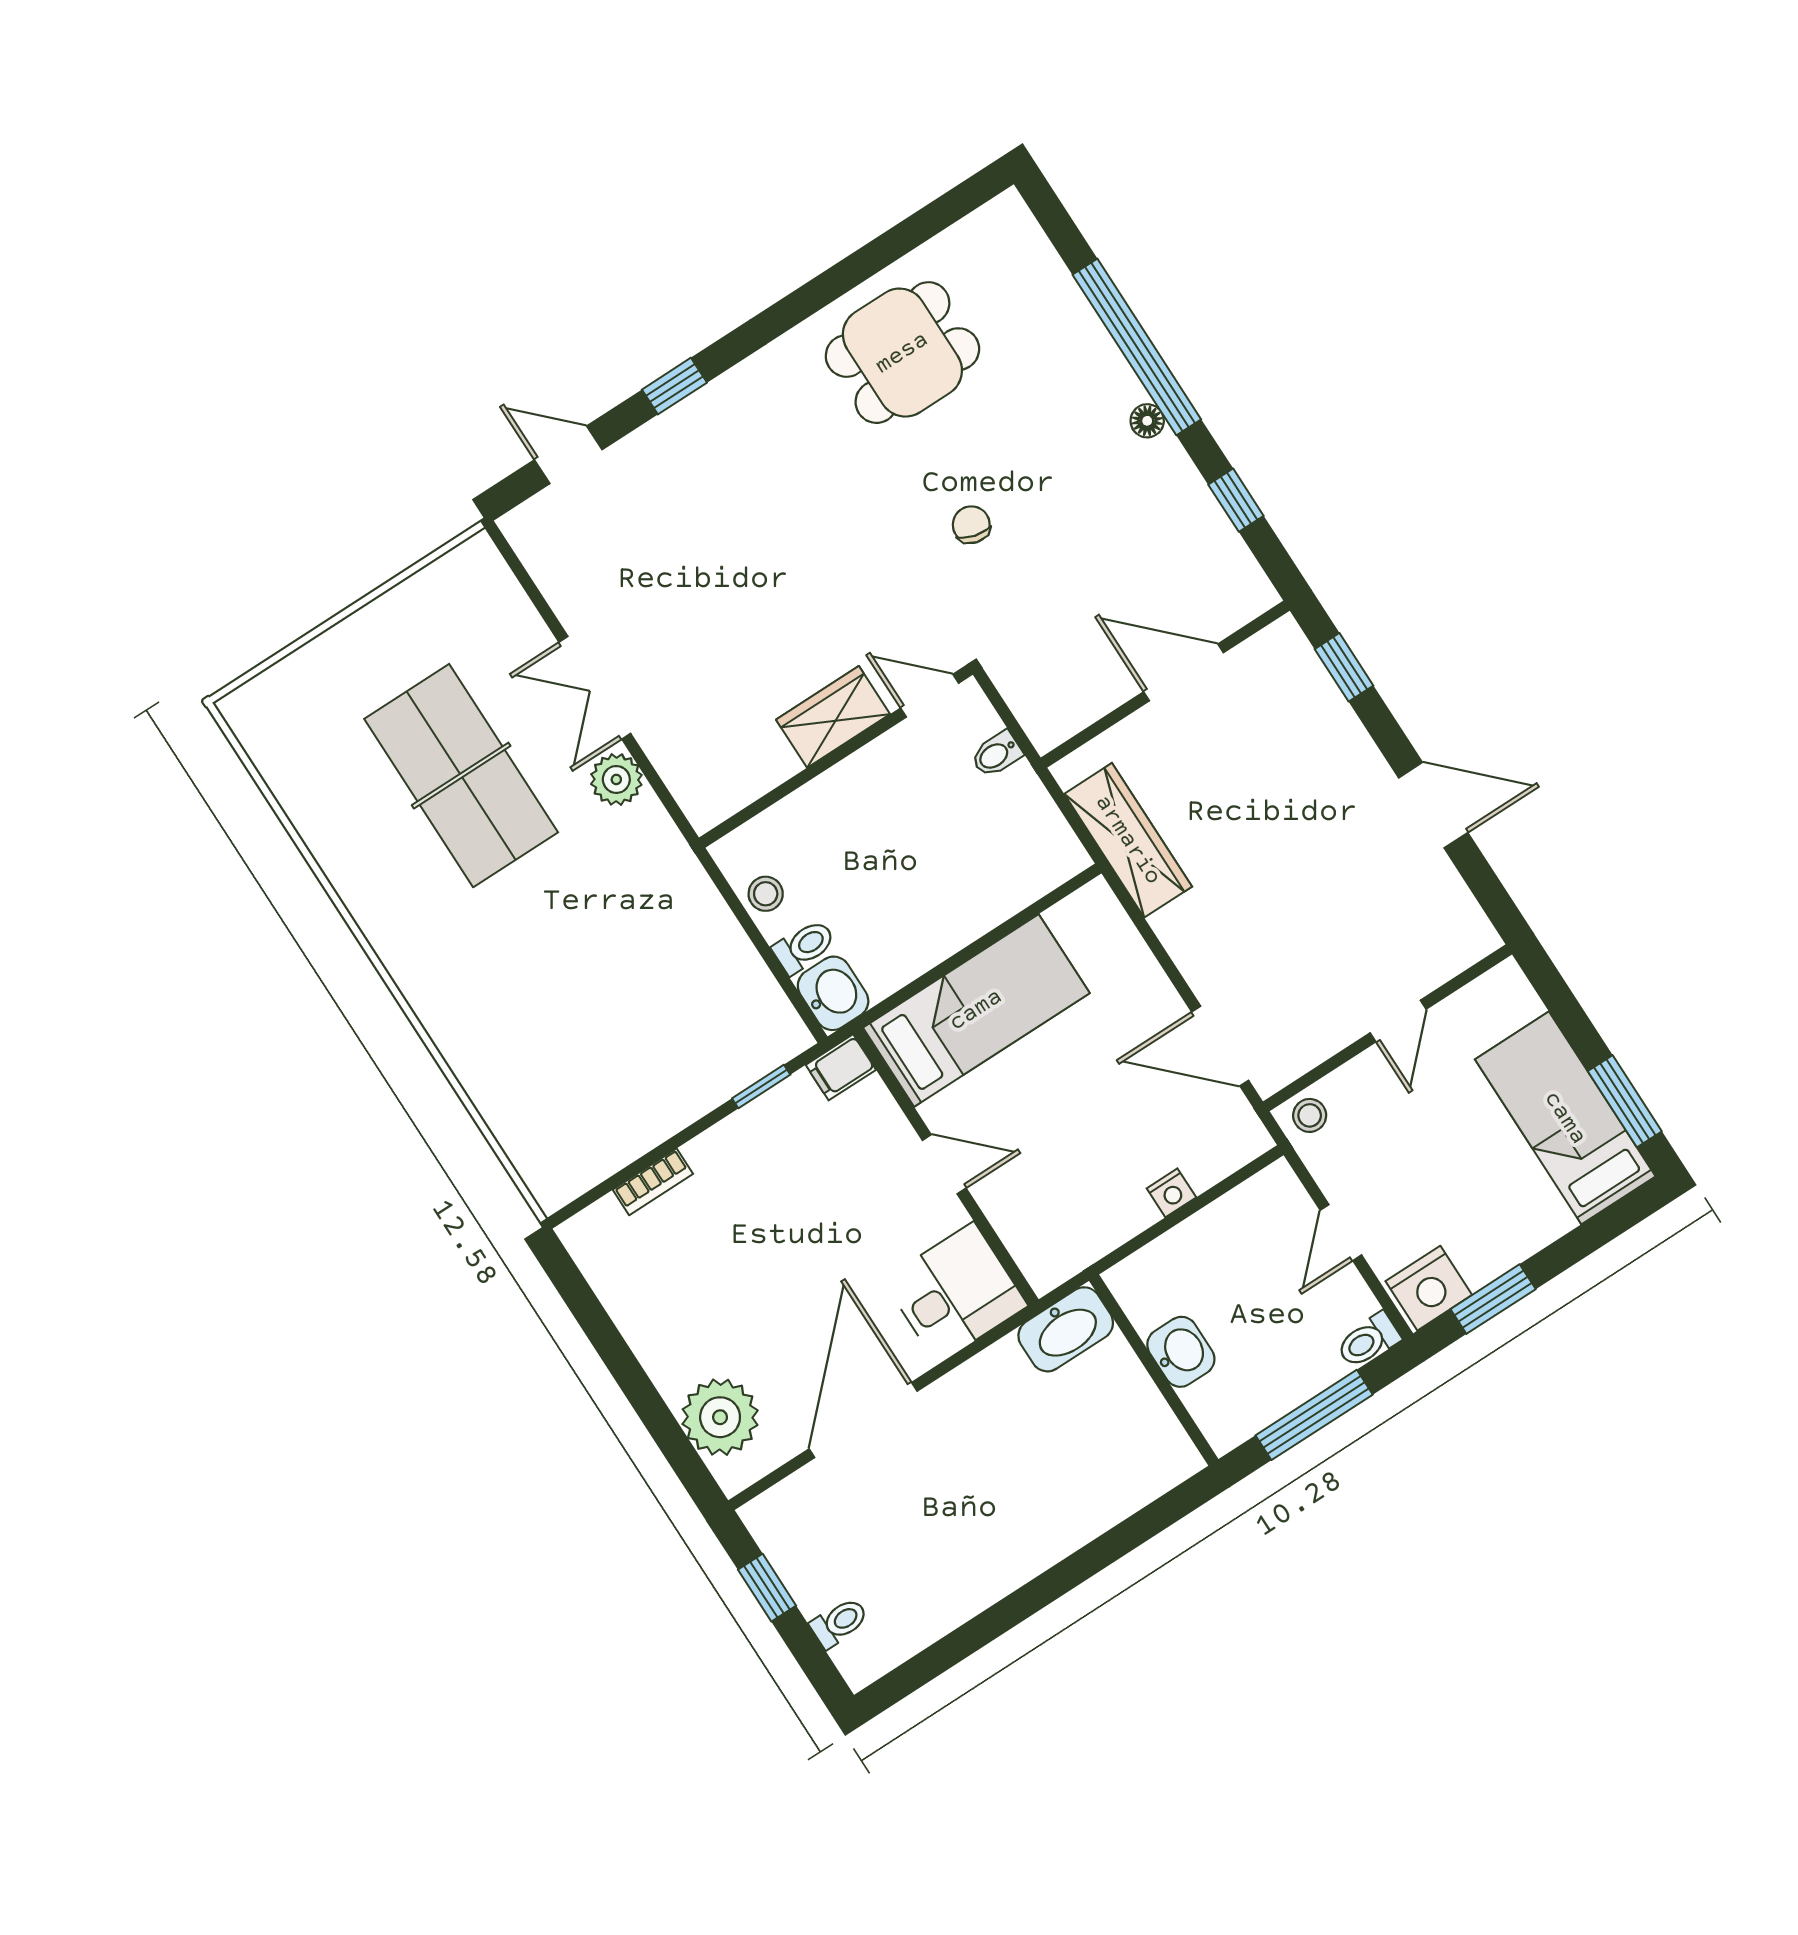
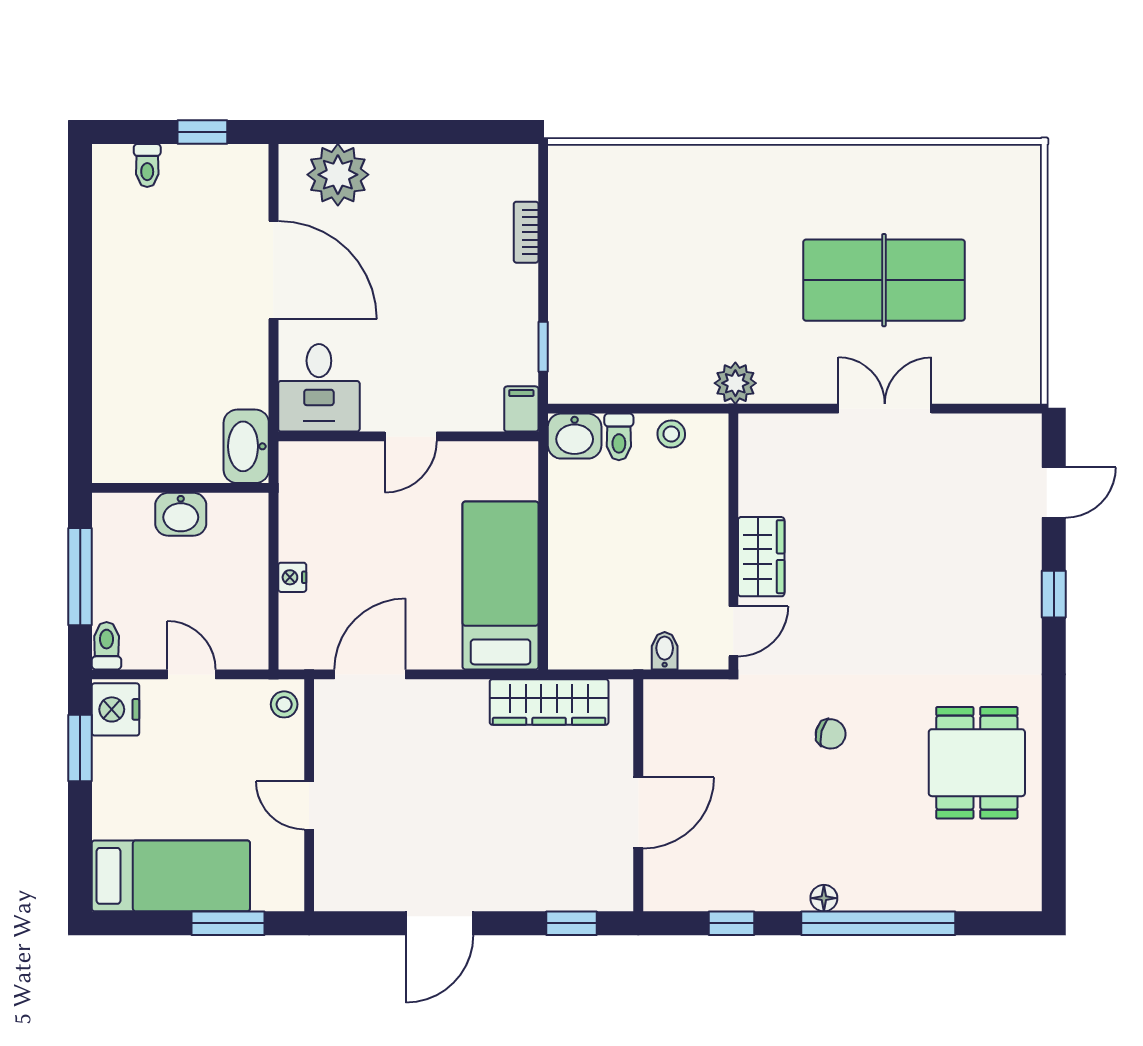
plant: (616, 779) -> (735, 383), moved
bed: (976, 1010) -> (500, 585), moved, turned 180
window: (1625, 1101) -> (228, 923), moved

